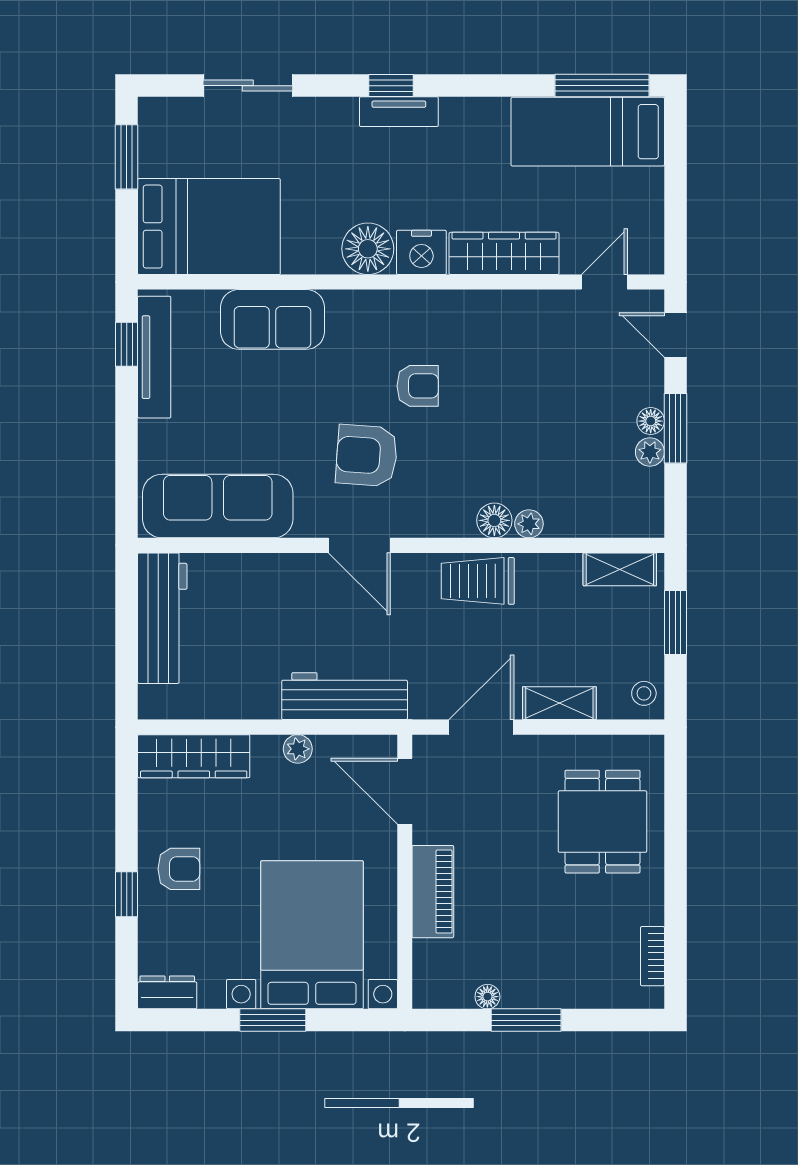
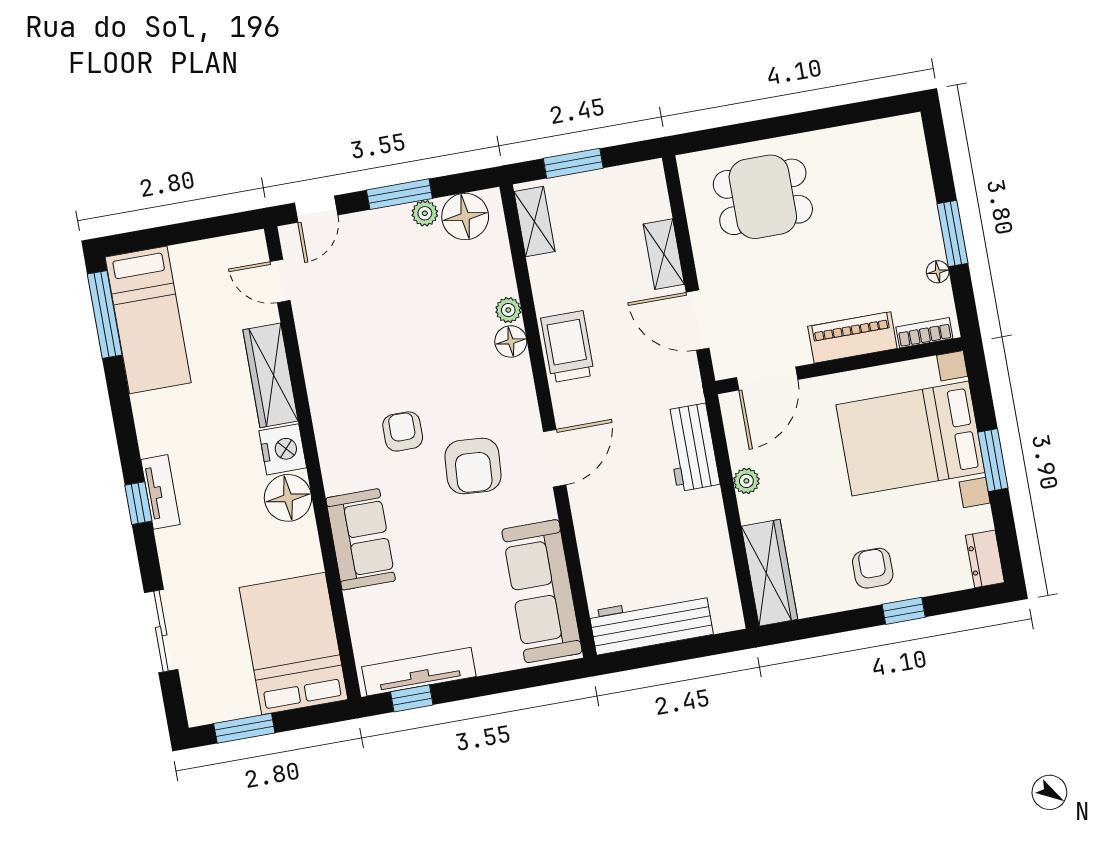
sofa: (273, 319) -> (361, 539), moved
floor lamp: (651, 421) -> (465, 217), moved, width x1.89, depth x1.89
trolley: (478, 581) -> (568, 347), turned 180
stool: (644, 693) -> (642, 180), removed
workbench: (345, 696) -> (692, 447), width x0.73
bookcase: (652, 956) -> (924, 333), moved, turned 180

